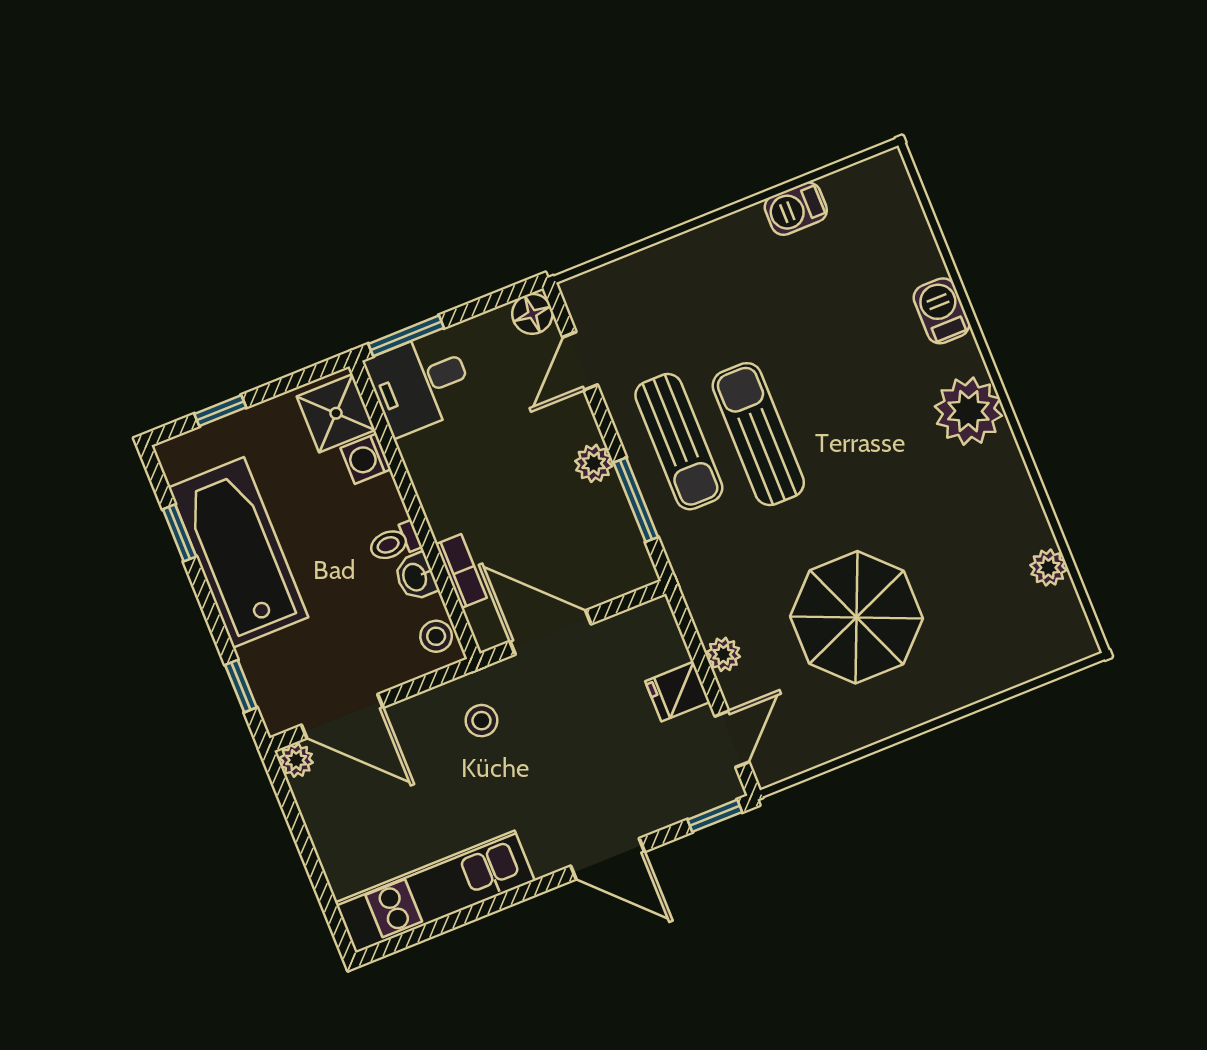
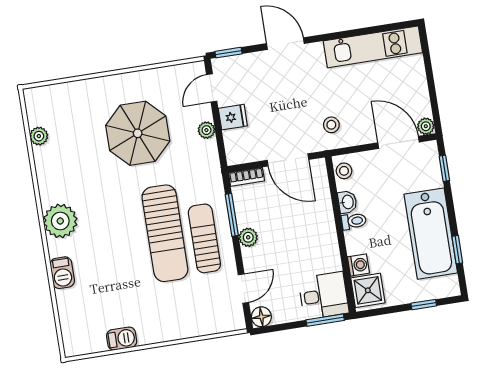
sun lounger: (758, 434) -> (165, 233), width x1.36, depth x1.34
bookcase: (461, 571) -> (246, 177), moved, turned -90

